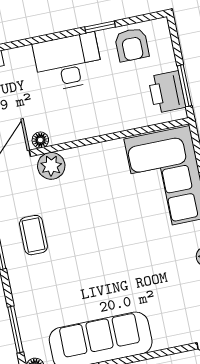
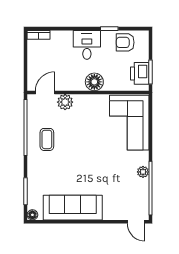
armchair: (132, 45) -> (125, 42), turned 90
desk: (68, 62) -> (87, 45), width x0.73
floor lamp: (40, 140) -> (94, 82), moved, width x1.89, depth x1.89

